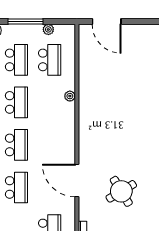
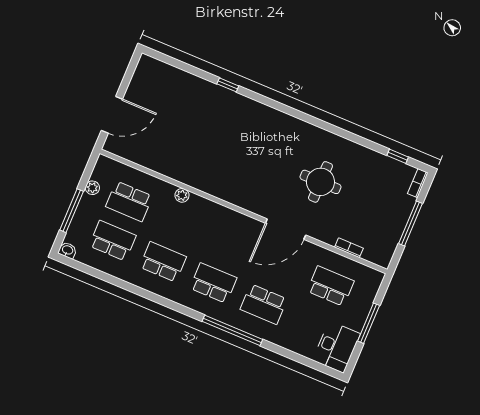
school desk: (50, 60) -> (129, 201), turned 180
school desk: (16, 187) -> (264, 304), turned 180
round table: (121, 191) -> (320, 182), turned 31

